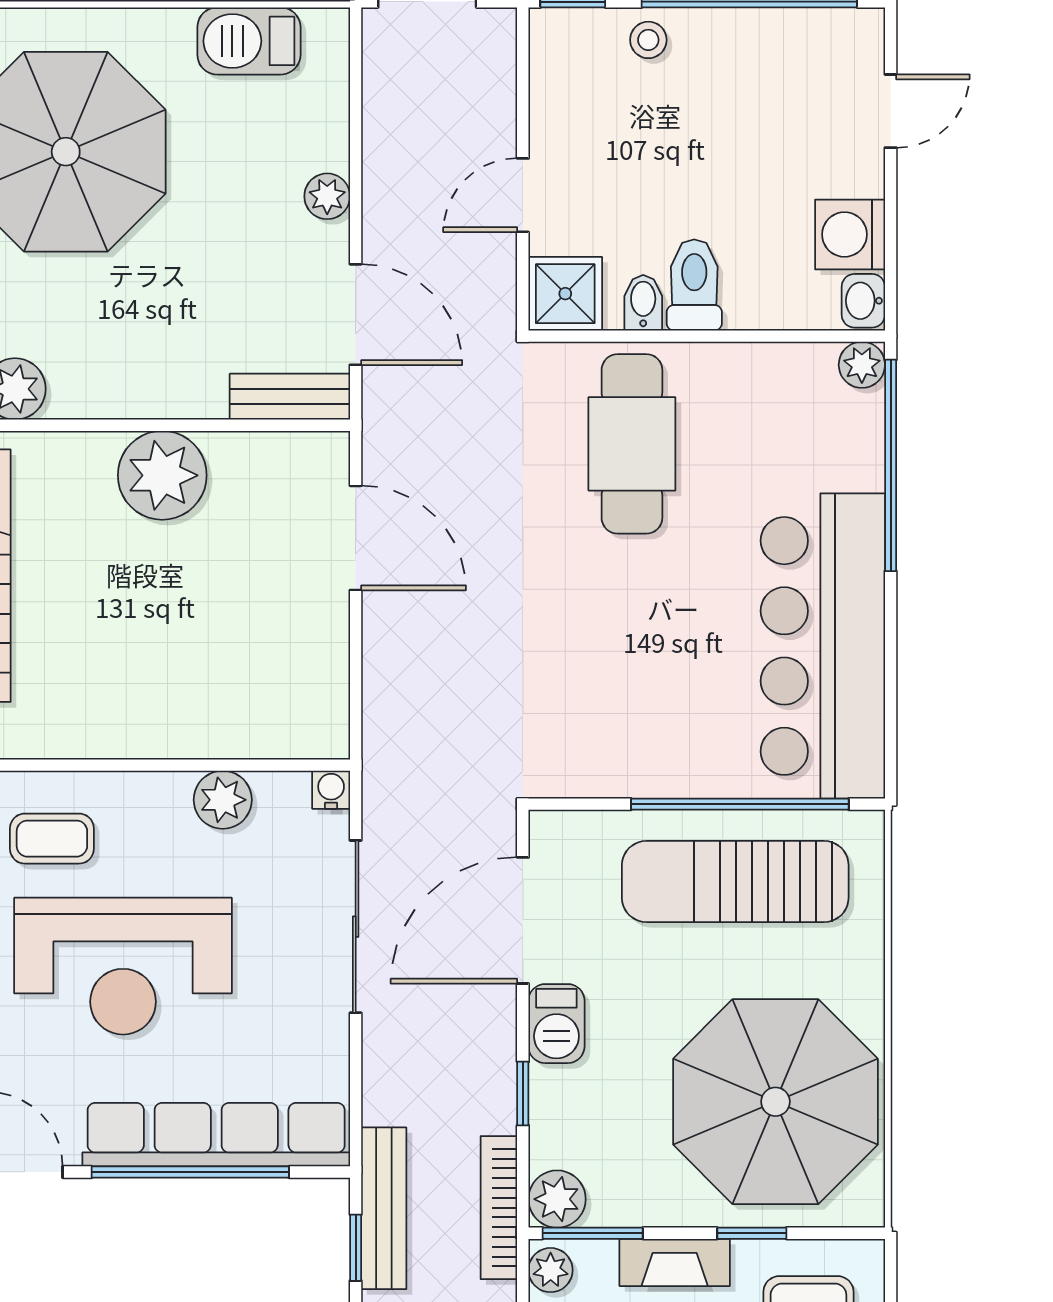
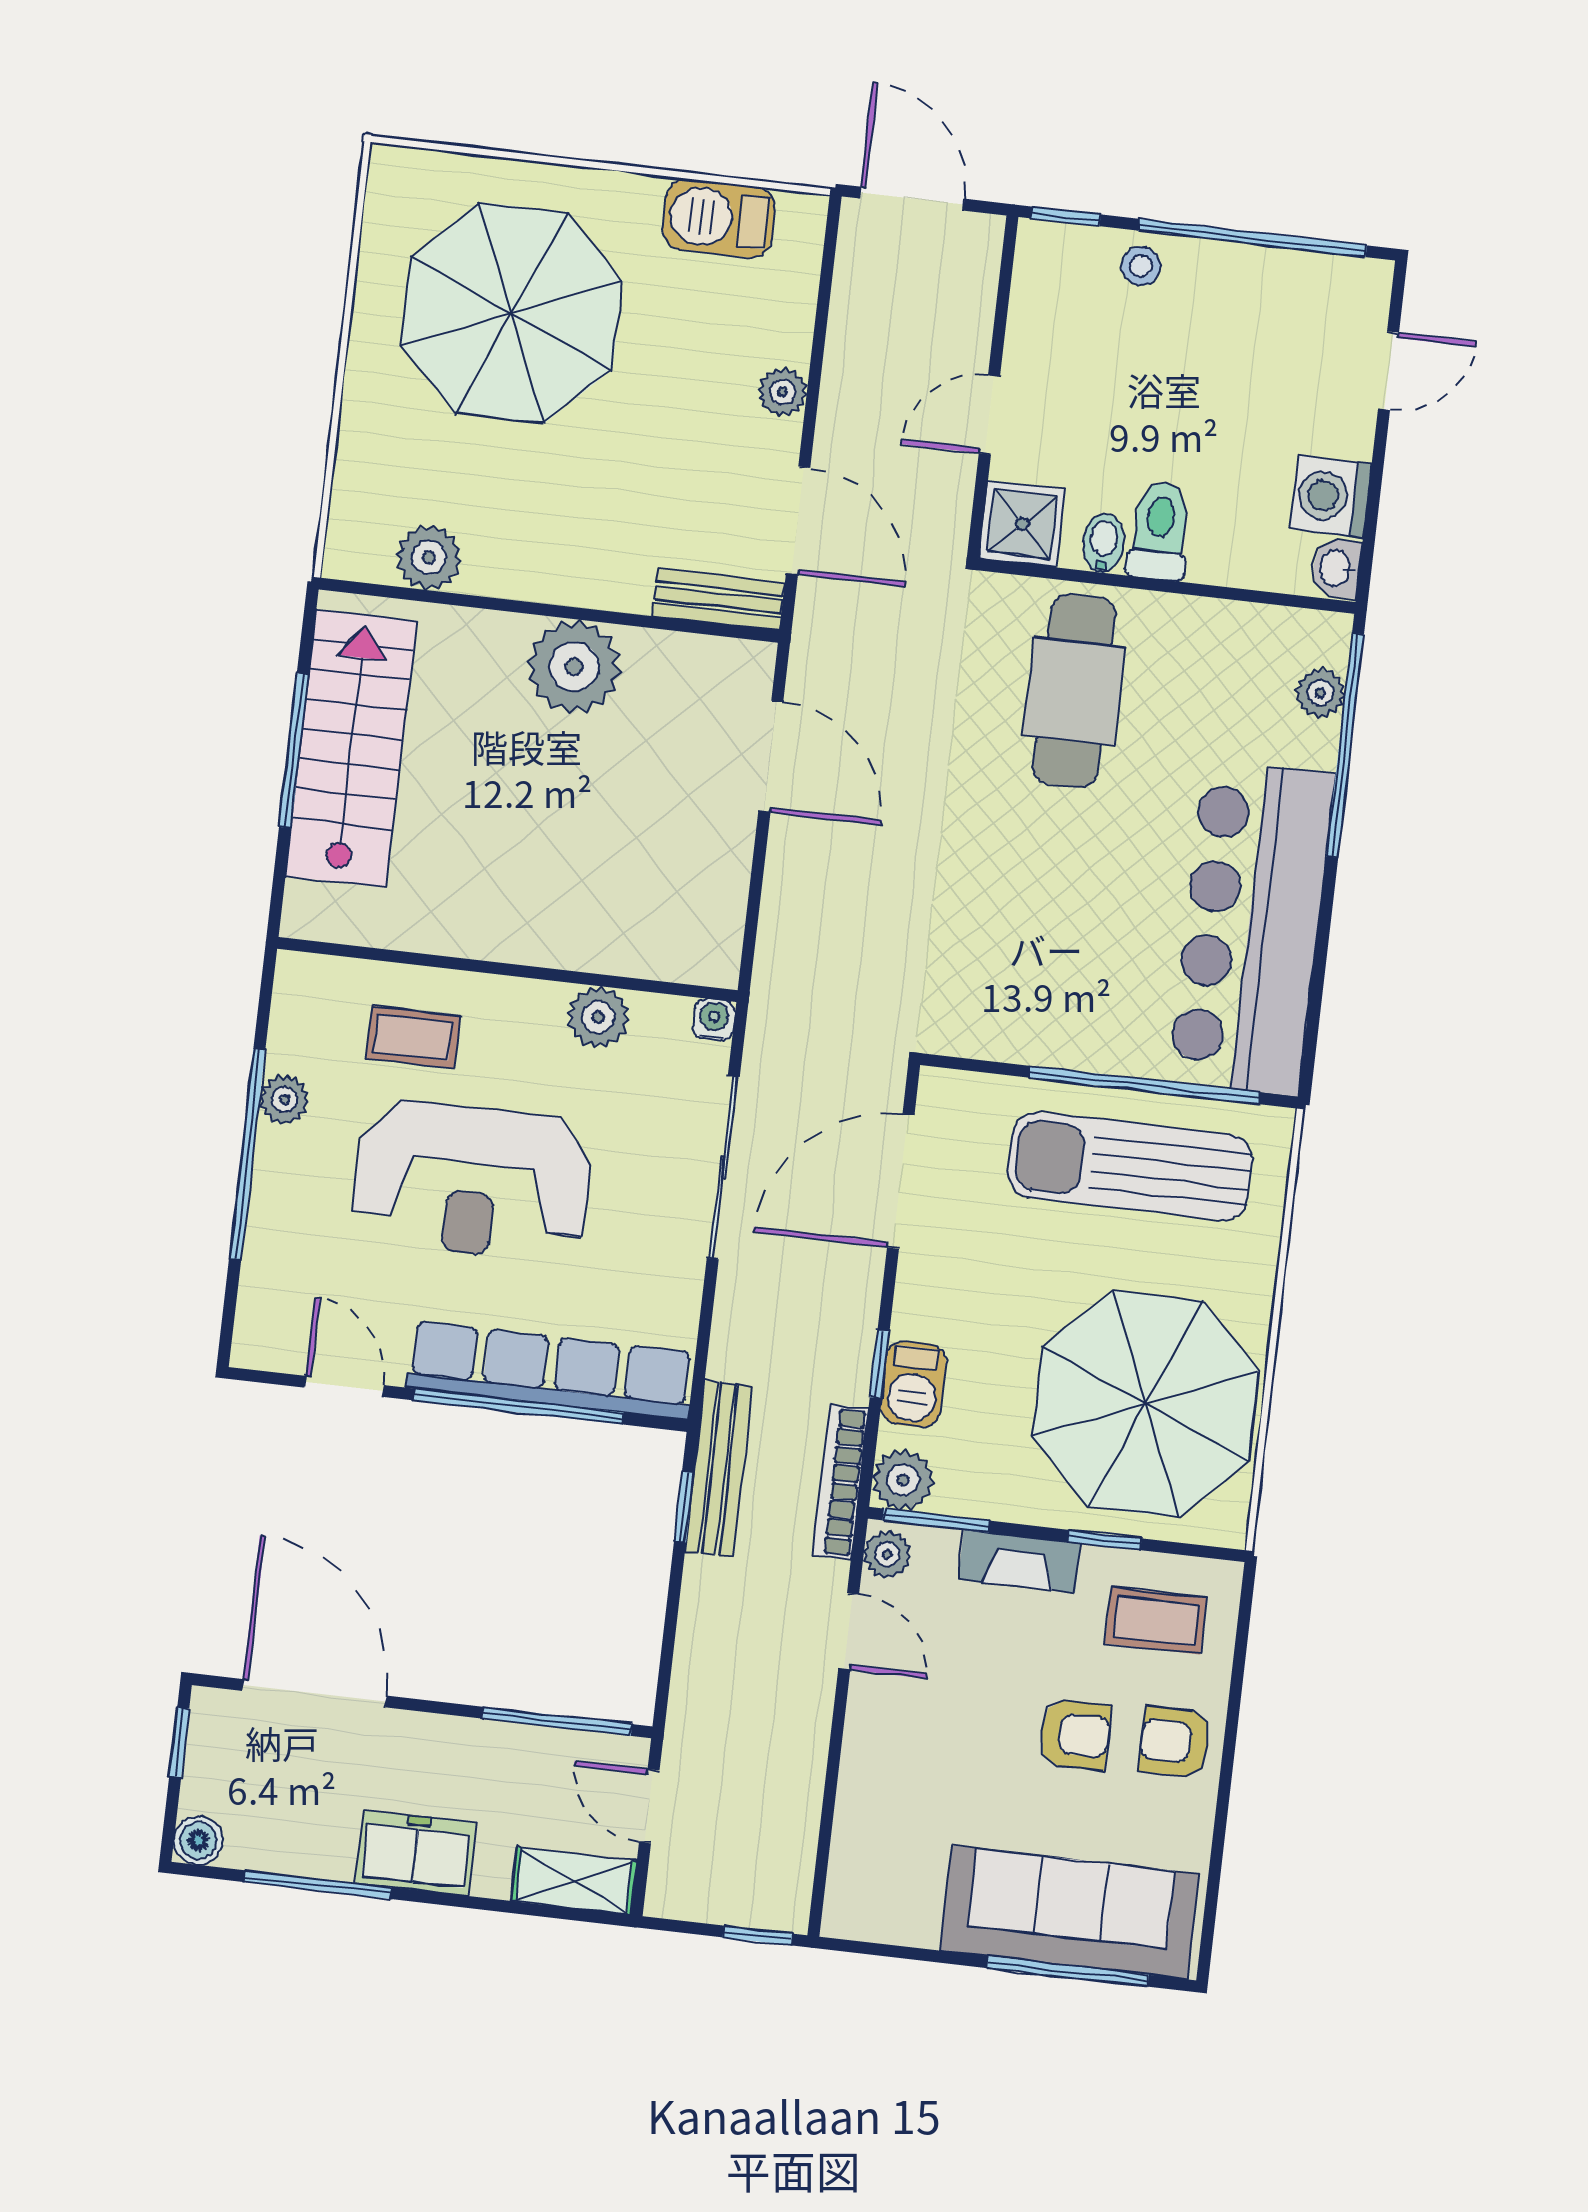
plant: (862, 365) -> (1320, 693), moved
barbecue: (556, 1024) -> (913, 1384), moved

